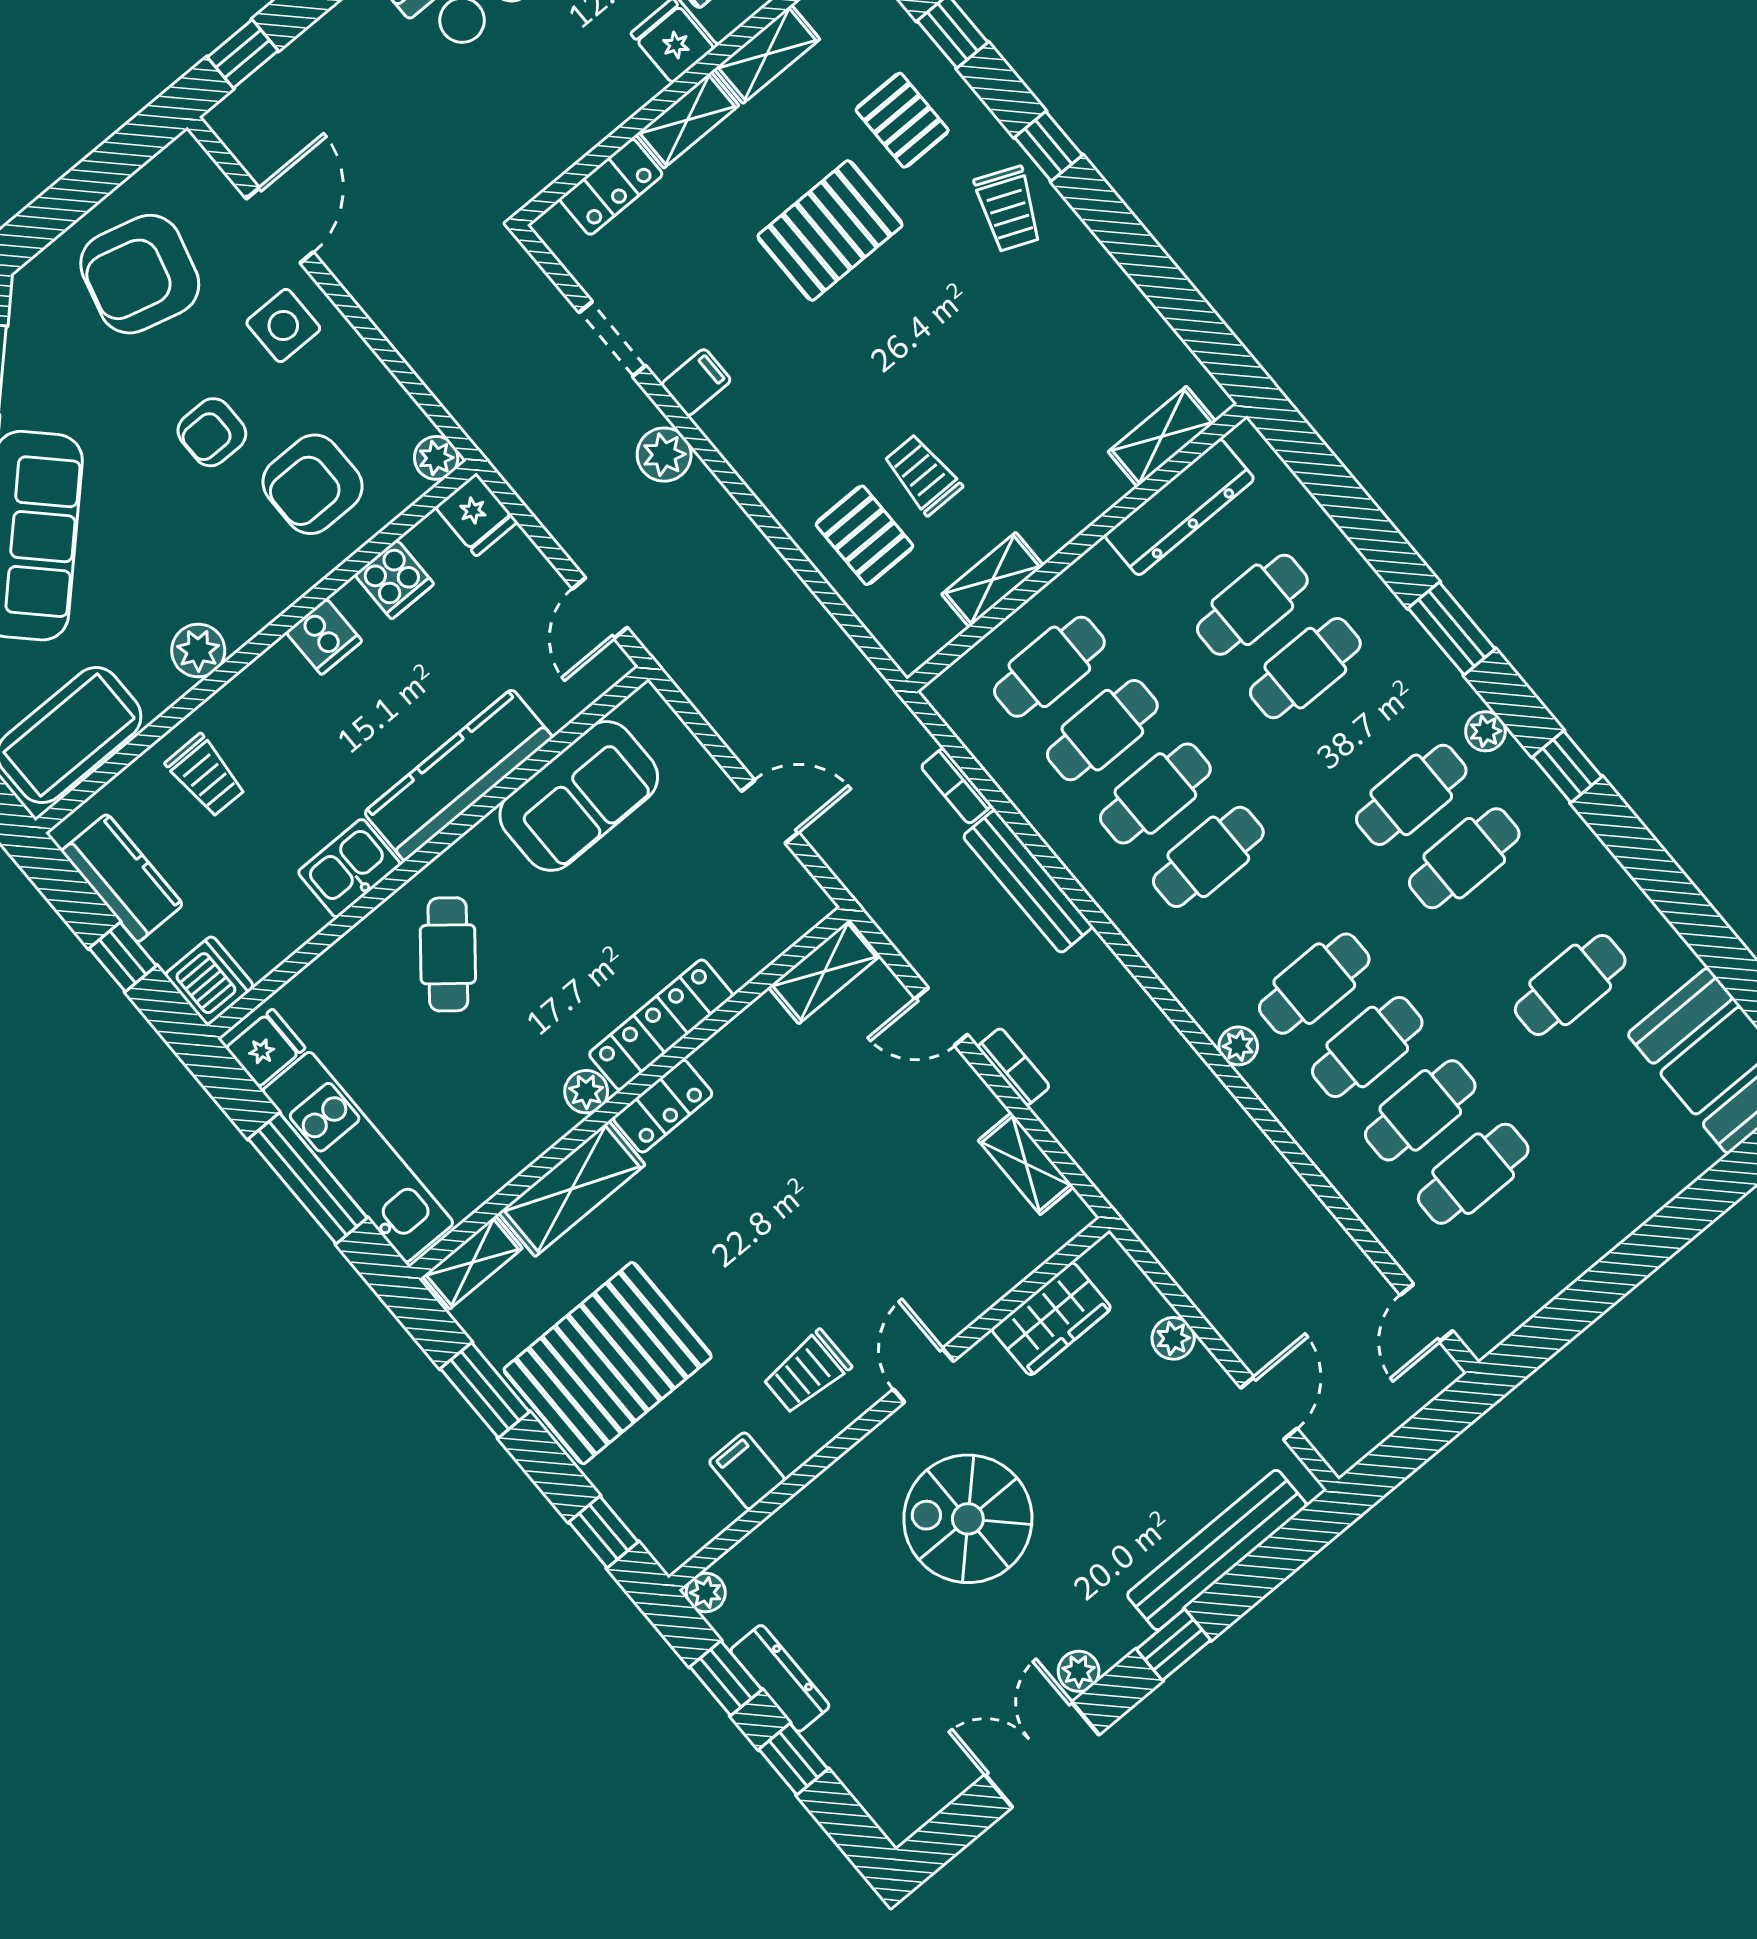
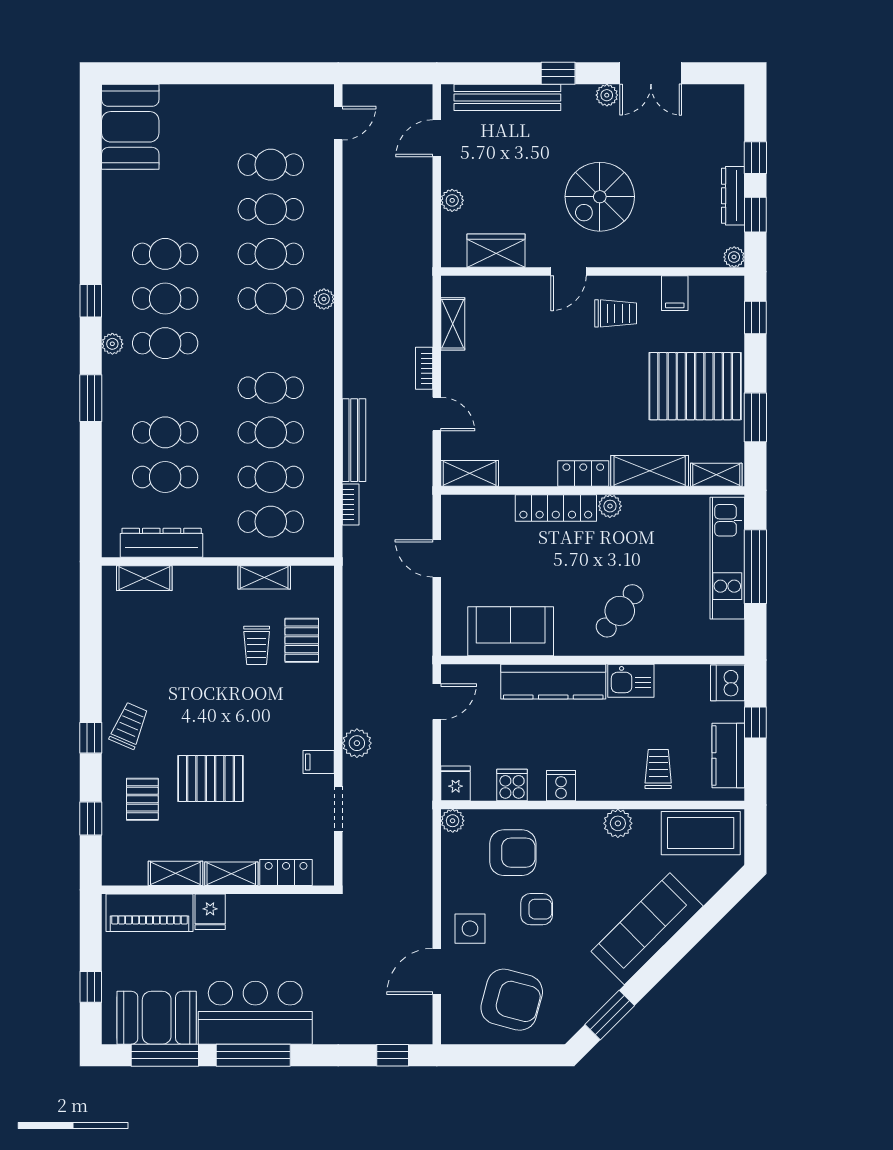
cafe table: (1570, 985) -> (165, 254), moved
fridge: (266, 1048) -> (728, 635), removed
spiral stairs: (968, 1519) -> (600, 197), turned 90

